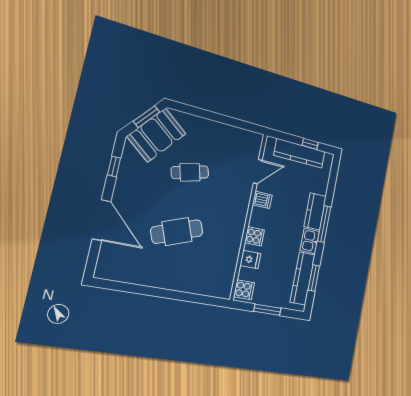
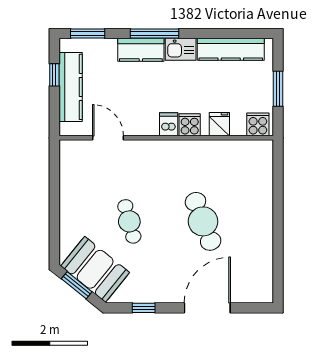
dishwasher: (262, 200) -> (169, 124), moved
window: (314, 278) -> (88, 34), moved

